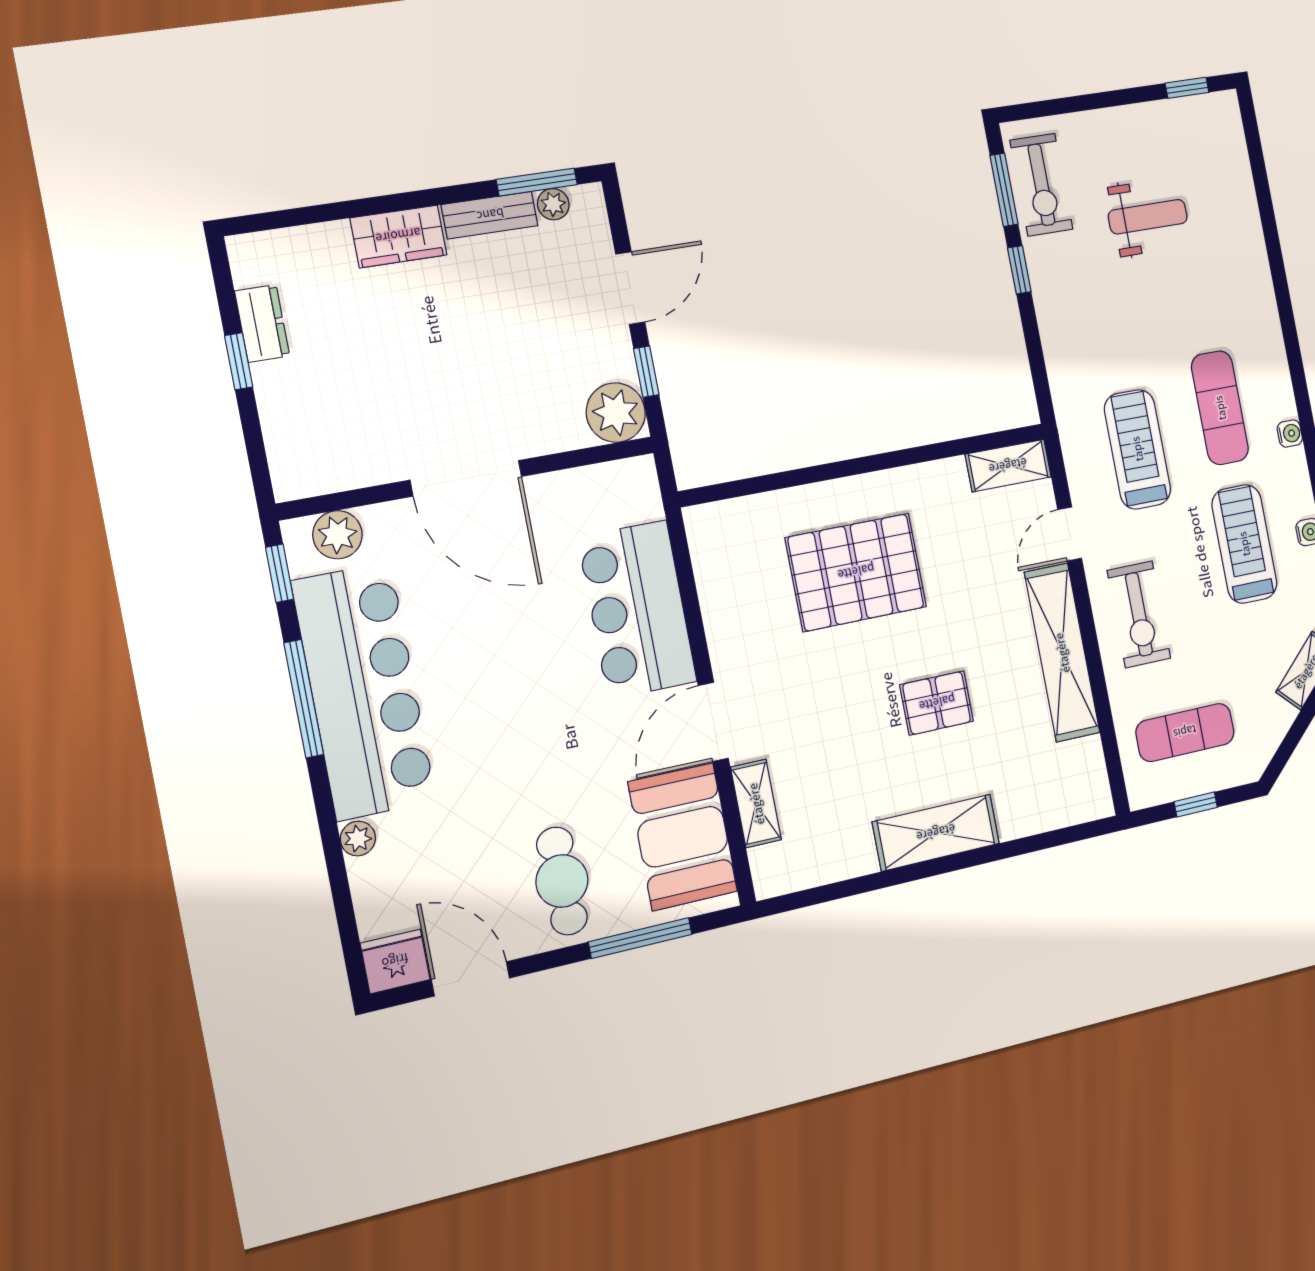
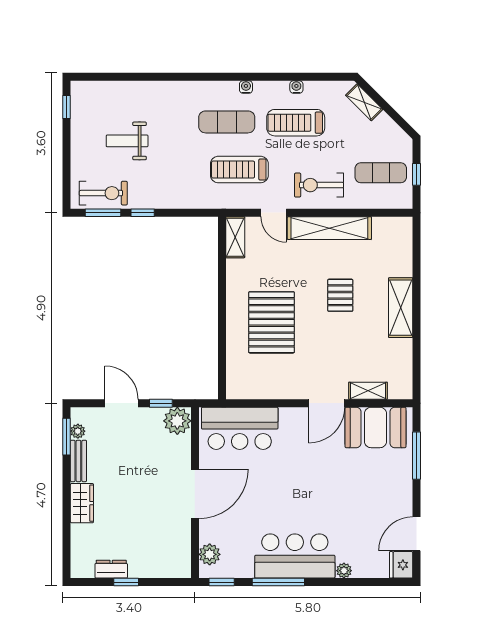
weight bench: (1148, 217) -> (127, 141), turned -90
bar counter: (637, 610) -> (240, 428), moved
exercise bike: (1139, 614) -> (319, 185), turned 180
bar counter: (364, 691) -> (295, 556), width x0.73
door: (713, 722) -> (327, 403), hinge flipped
exercise mat: (1185, 732) -> (381, 173), turned 90
cafe table: (562, 881) -> (383, 486), removed

